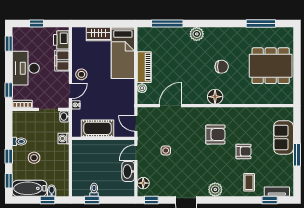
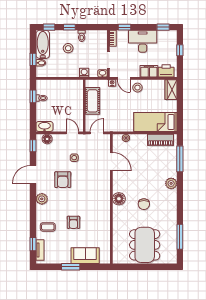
wardrobe: (98, 34) -> (171, 90), moved
piano: (144, 67) -> (160, 140), moved
armchair: (215, 135) -> (63, 180), moved
washbasin: (128, 171) -> (44, 126), moved

